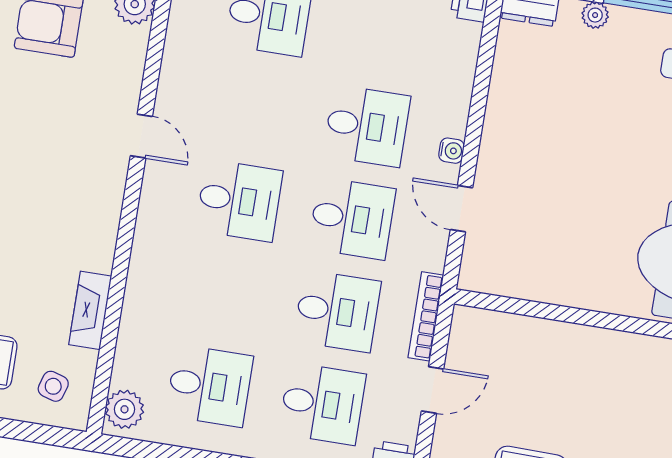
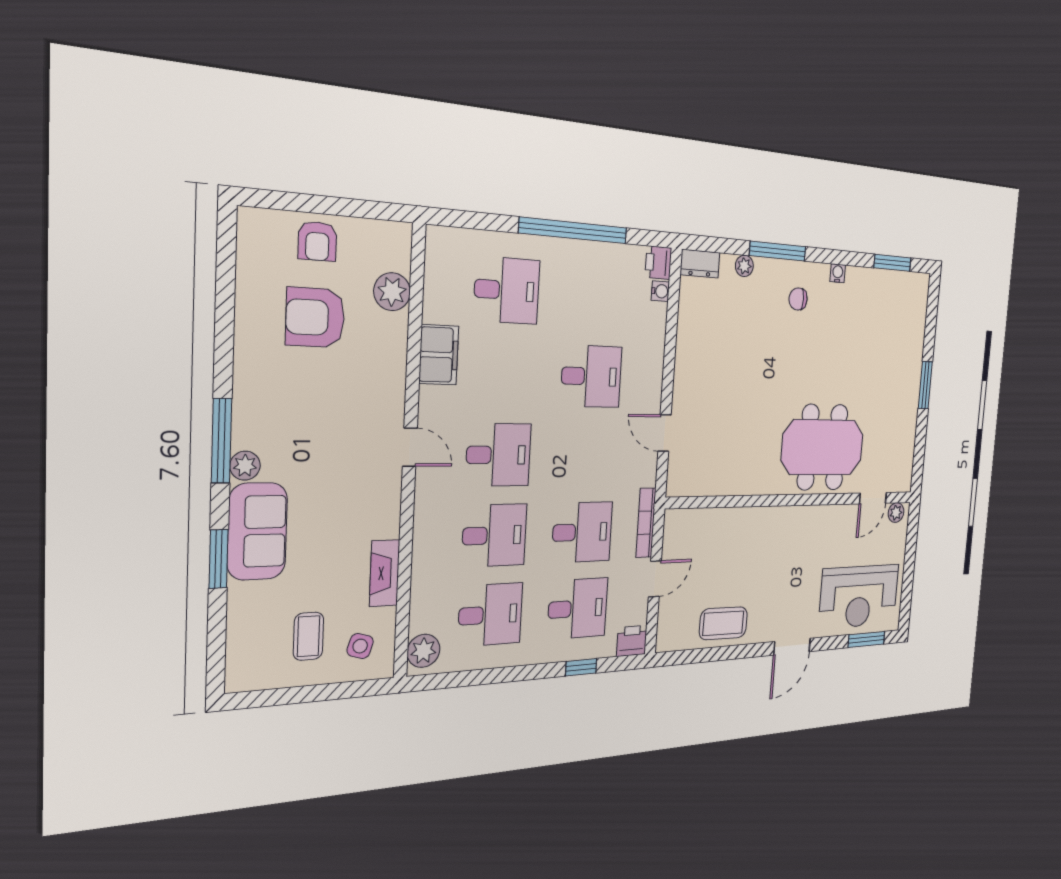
filing cabinet: (180, 78) -> (439, 355), added
door: (141, 136) -> (410, 447), moved
water cooler: (452, 151) -> (660, 291), moved
desk: (352, 219) -> (494, 535), moved

